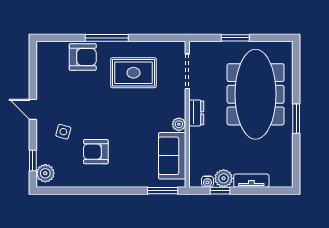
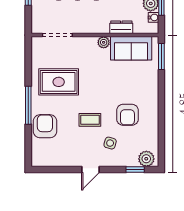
rug: (133, 73) -> (59, 82), turned 90
coffee table: (90, 109) -> (90, 120), added
dresser: (196, 113) -> (121, 27), moved

